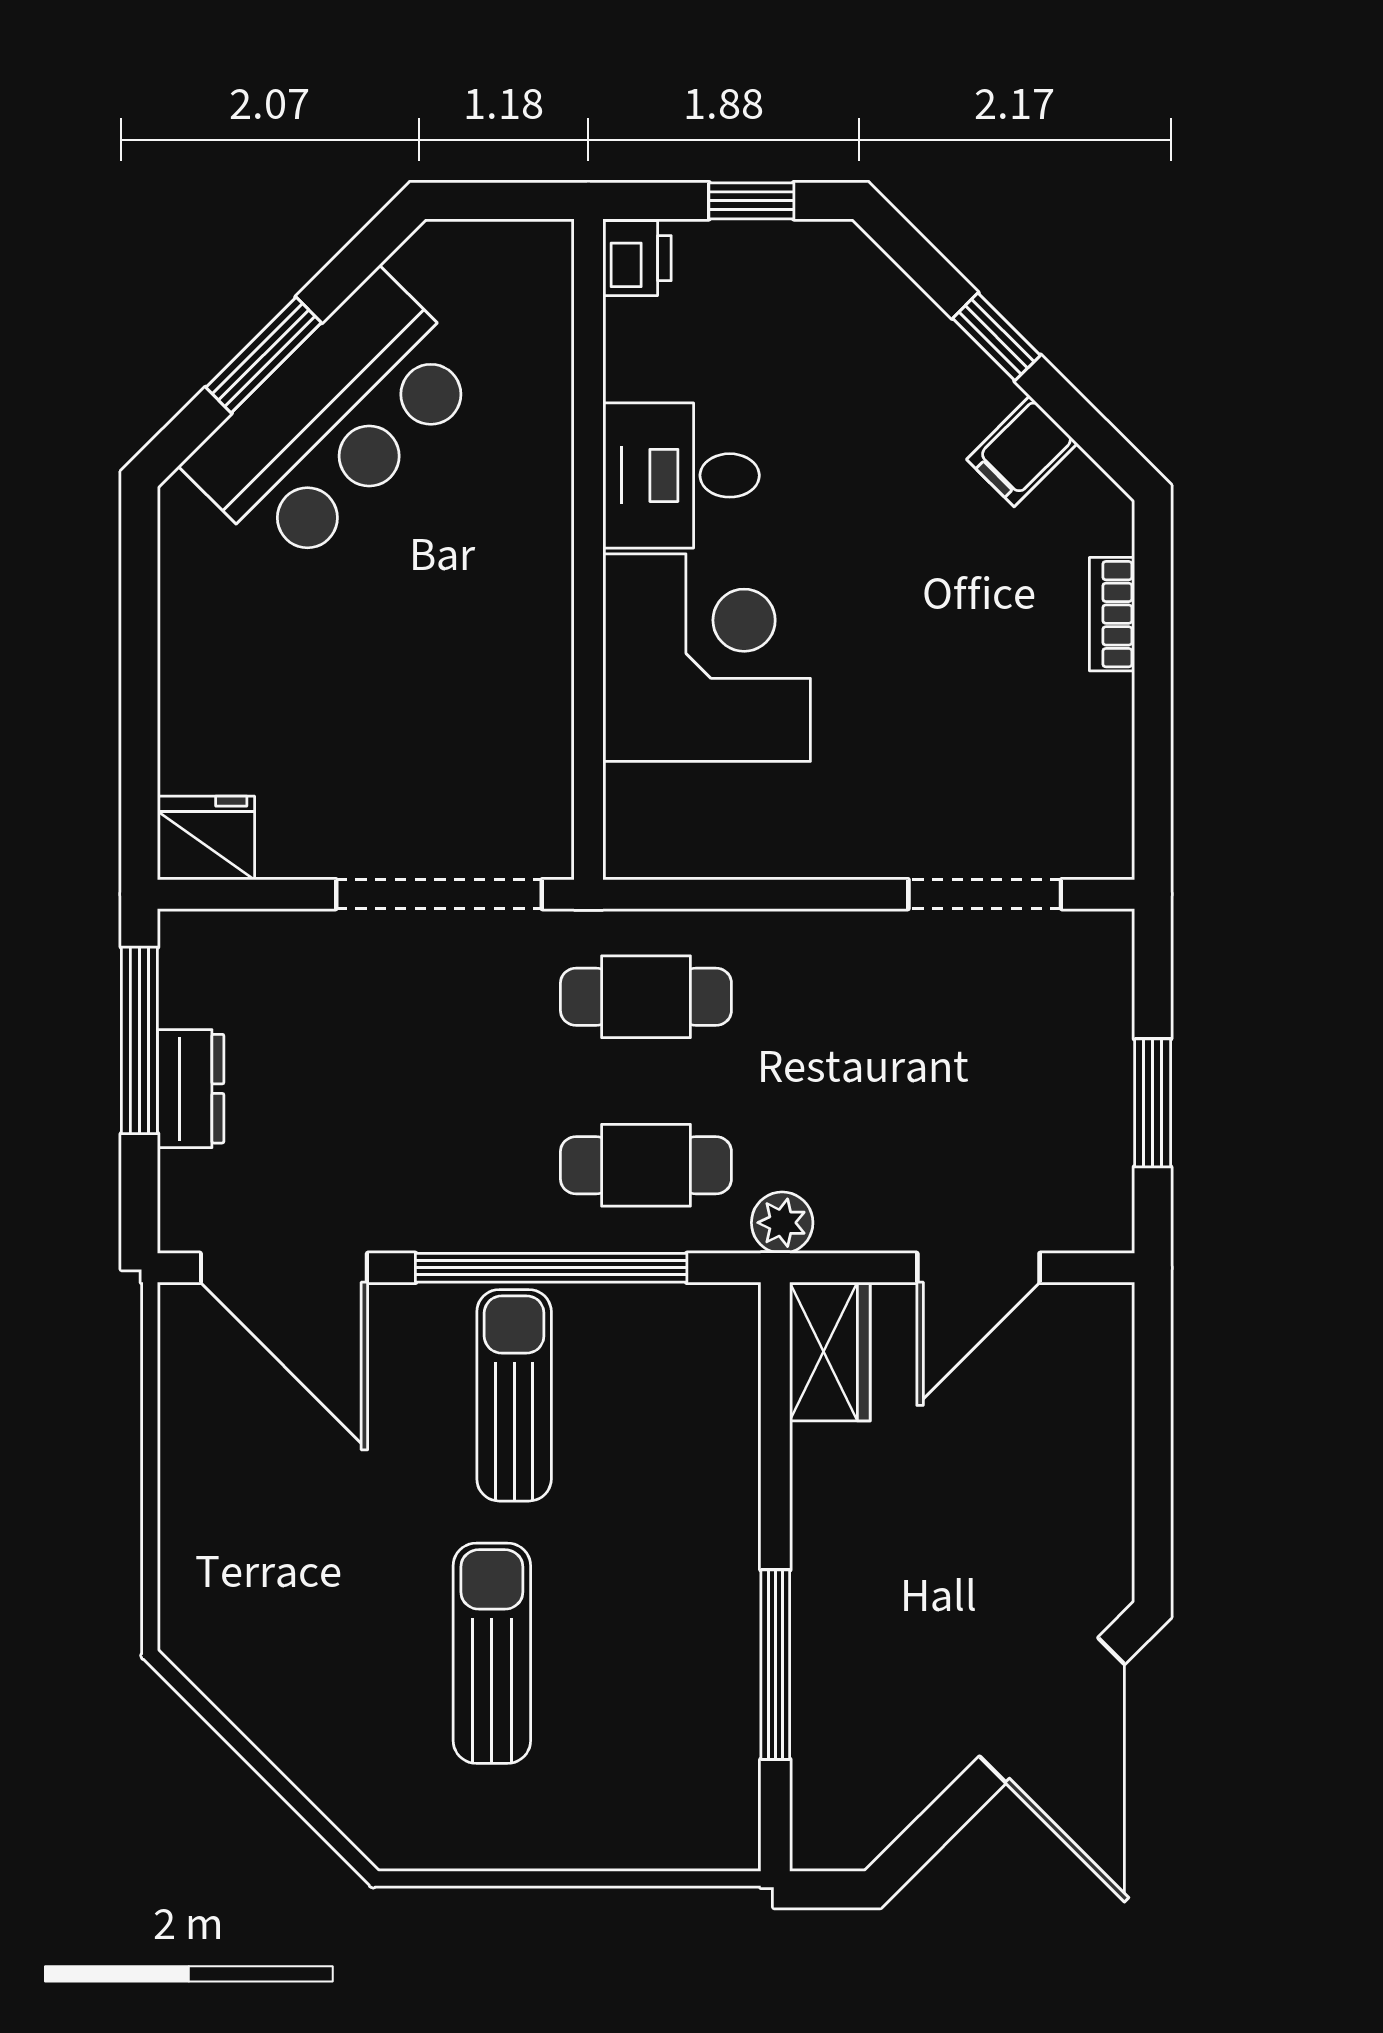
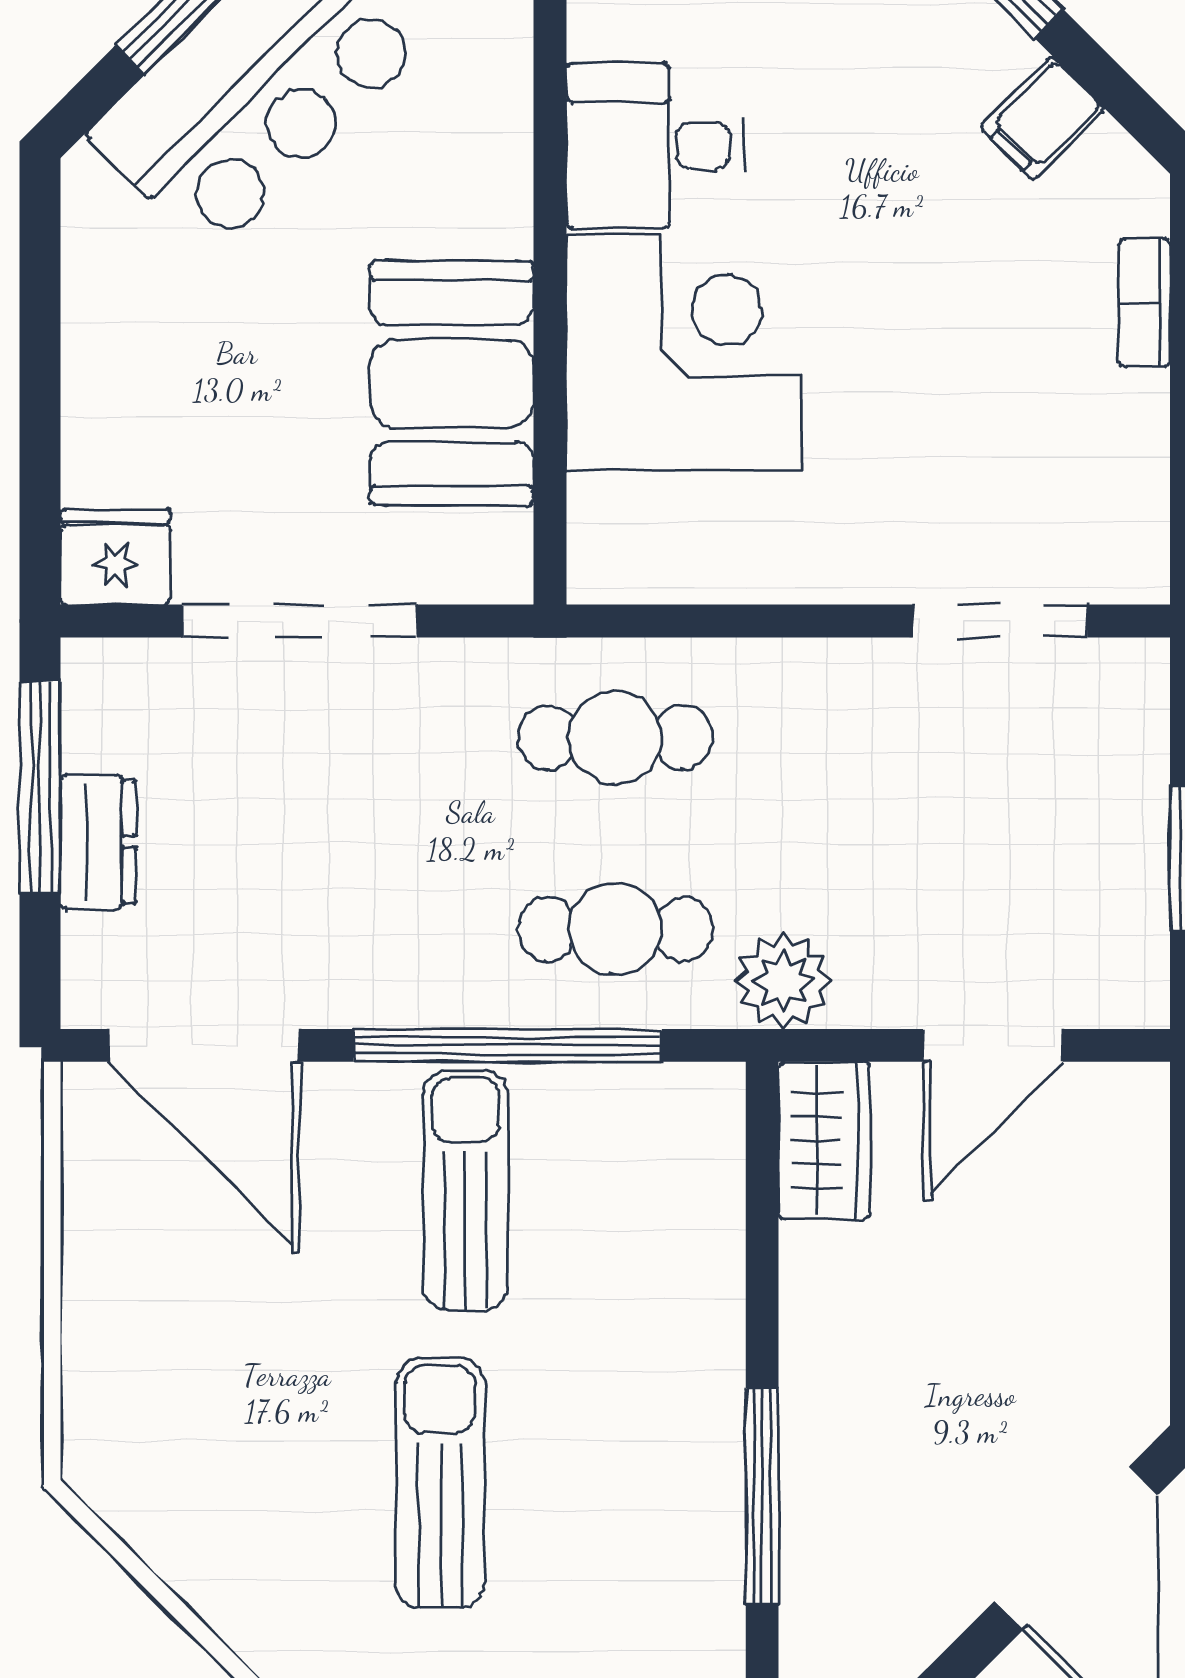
booth: (502, 685) -> (452, 383), added
doorway: (439, 894) -> (299, 621), moved
plant: (782, 1223) -> (783, 981), width x1.38, depth x1.38

